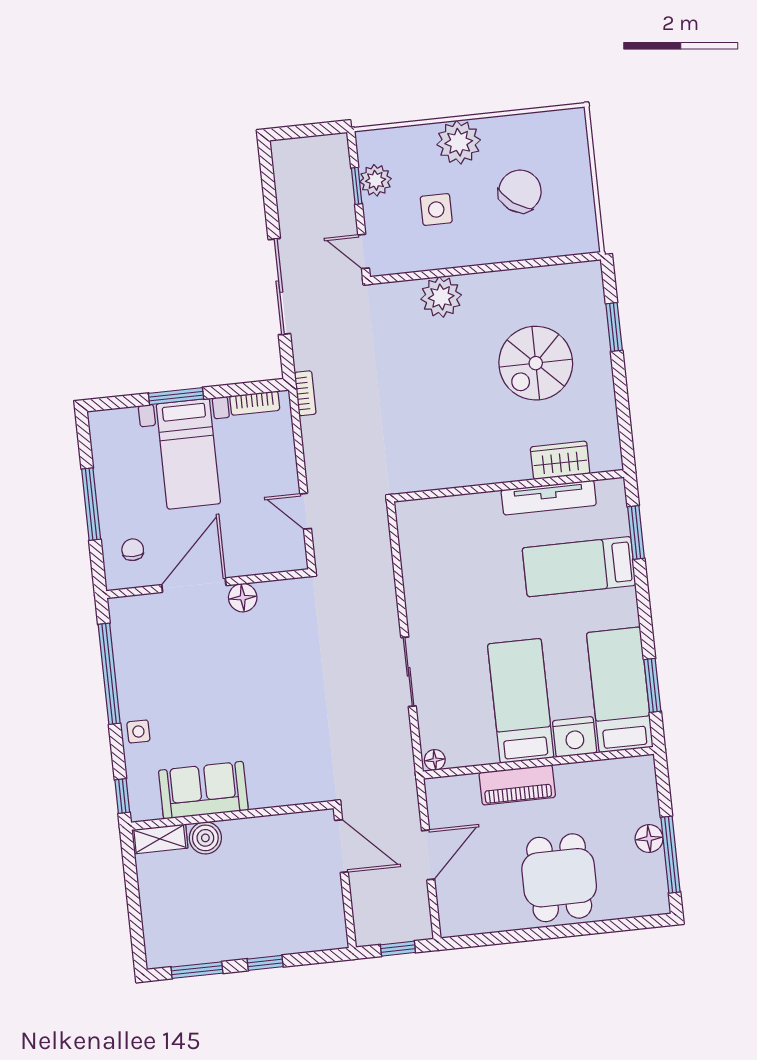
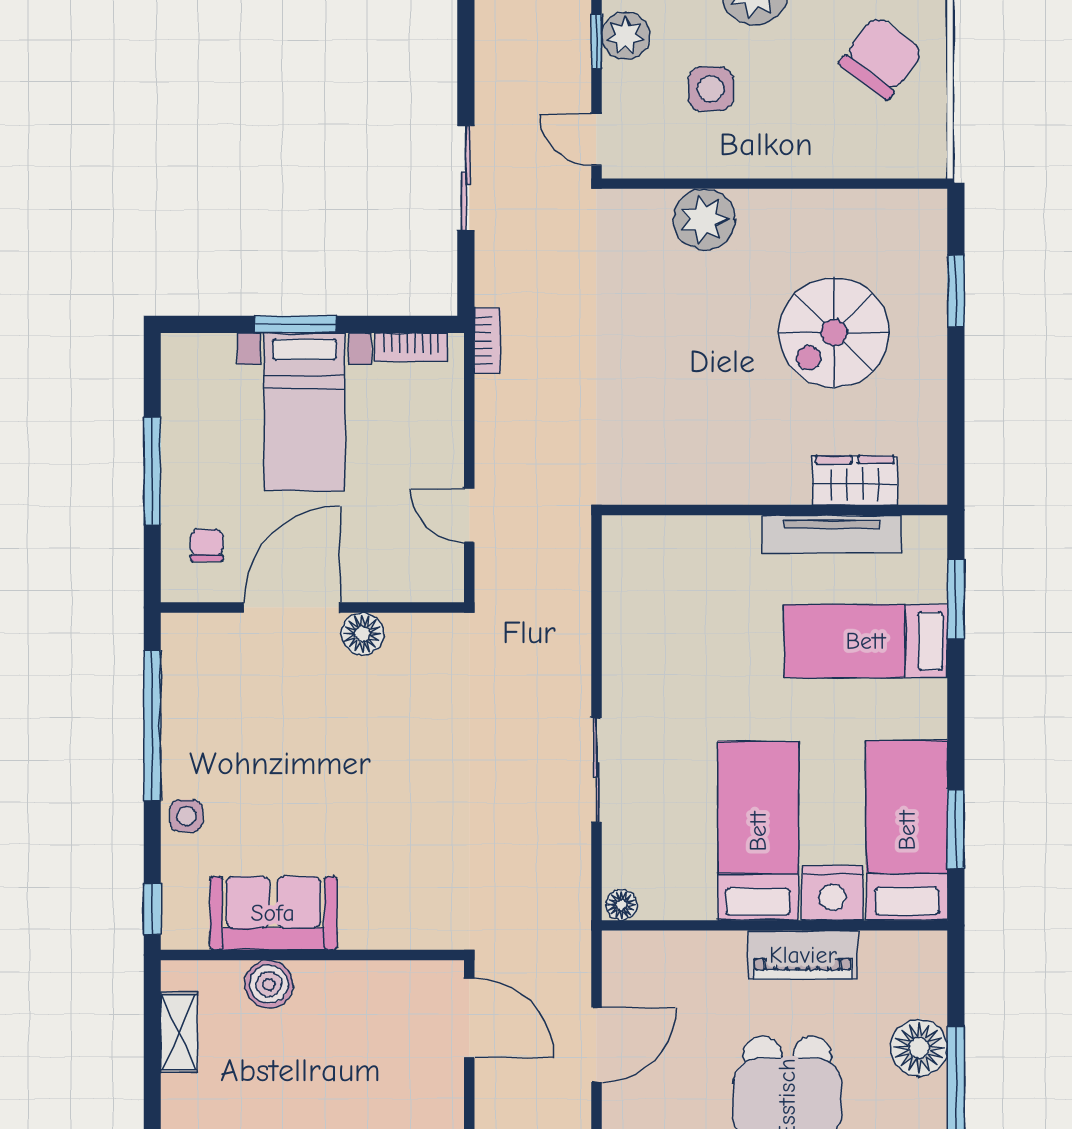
chair: (520, 191) -> (881, 58), moved
sliding door: (279, 287) -> (466, 178), width x0.73
piano: (517, 785) -> (803, 955), moved
shelving: (160, 839) -> (179, 1032), moved, turned 90
floor lamp: (649, 839) -> (919, 1048), width x1.38, depth x1.38

